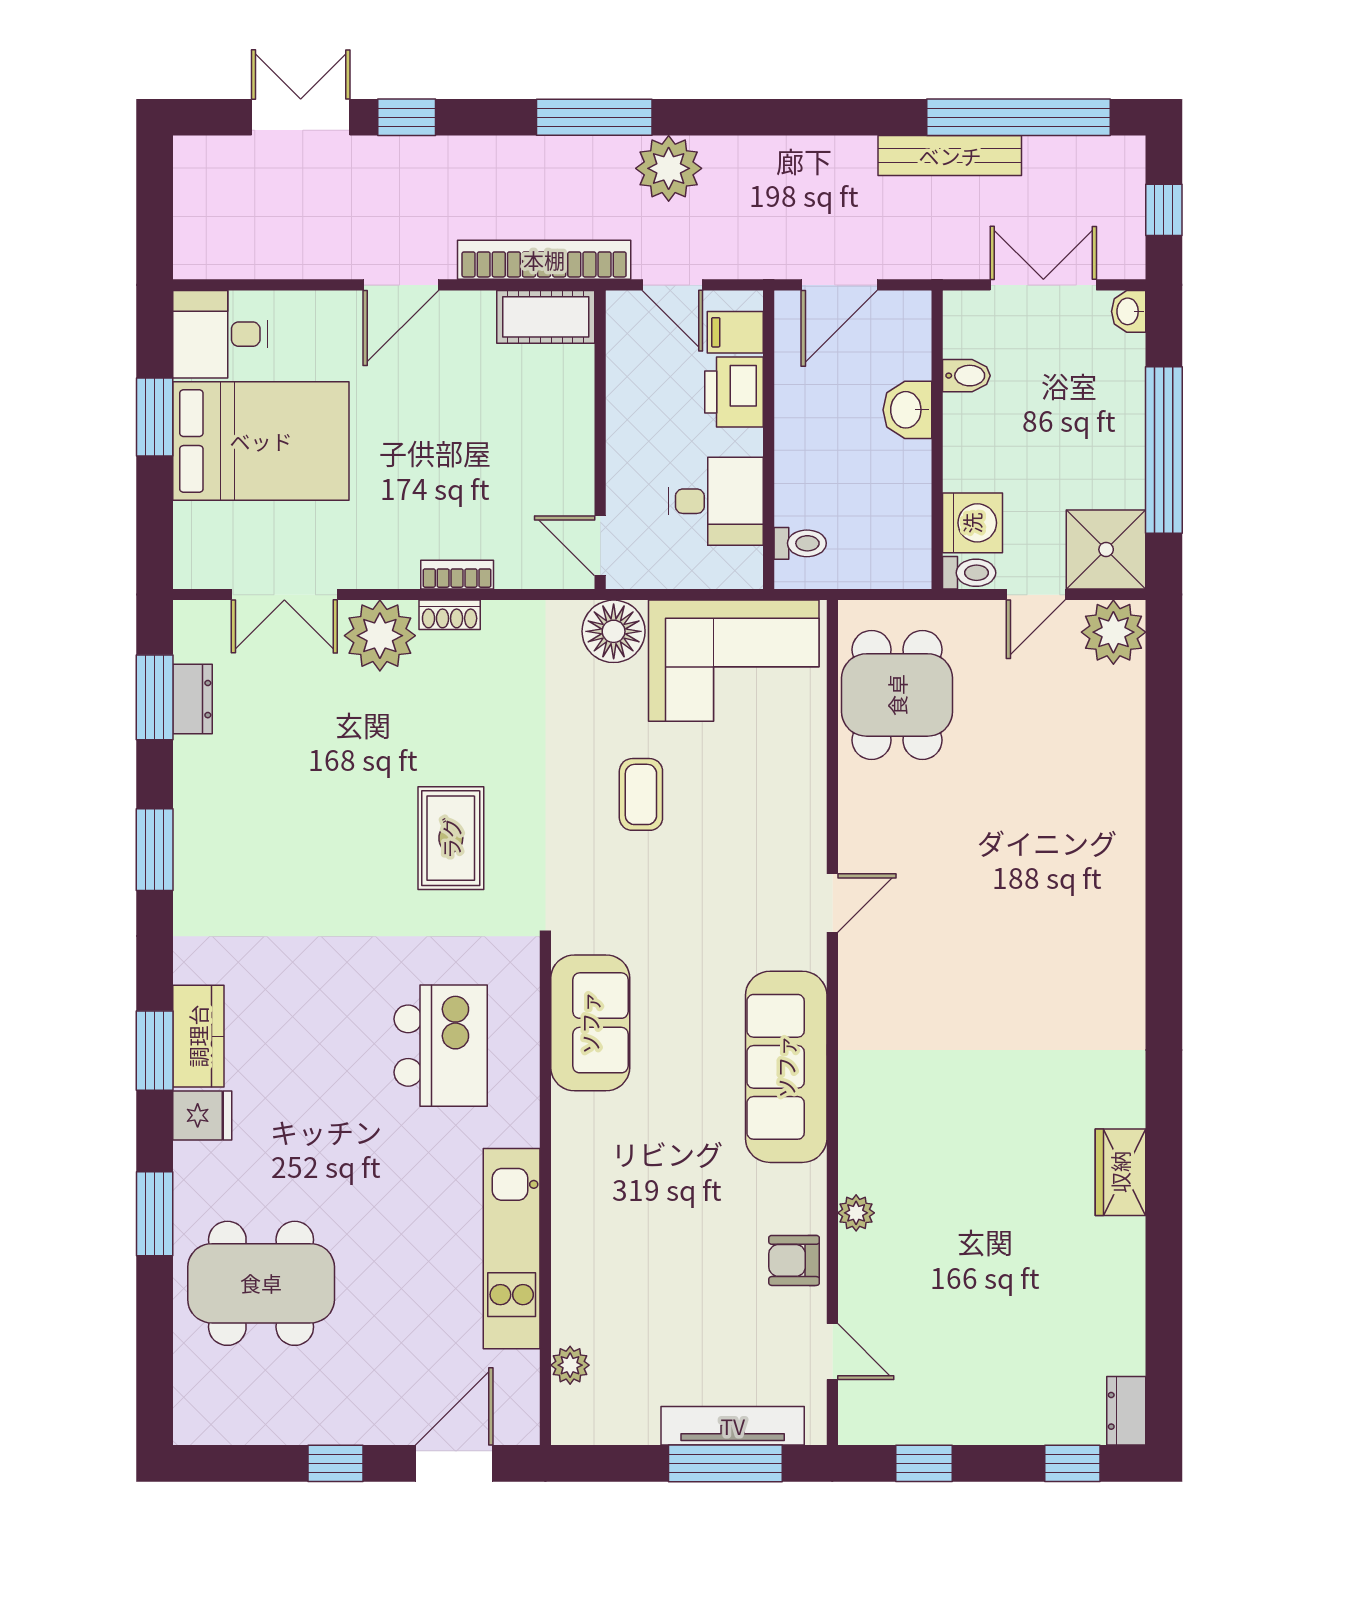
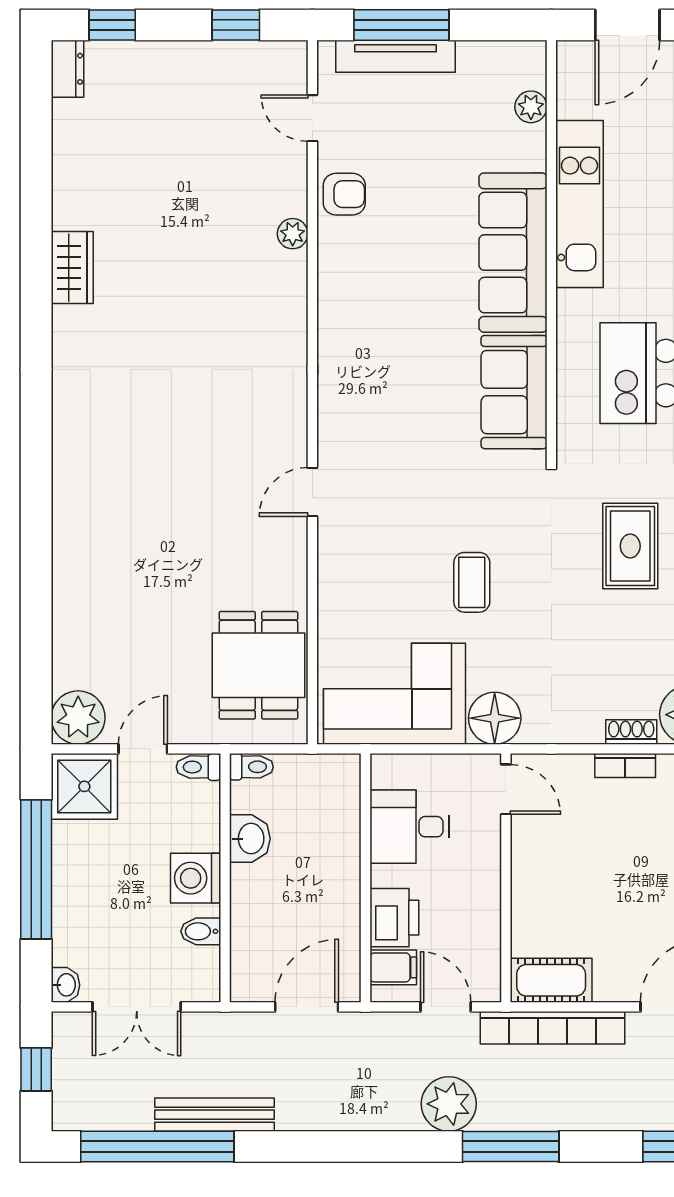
washbasin: (907, 410) -> (250, 839), moved
washing machine: (972, 523) -> (196, 878), moved
toilet: (800, 543) -> (251, 767), moved, turned 180
sofa: (786, 1067) -> (513, 253), moved, turned 180

